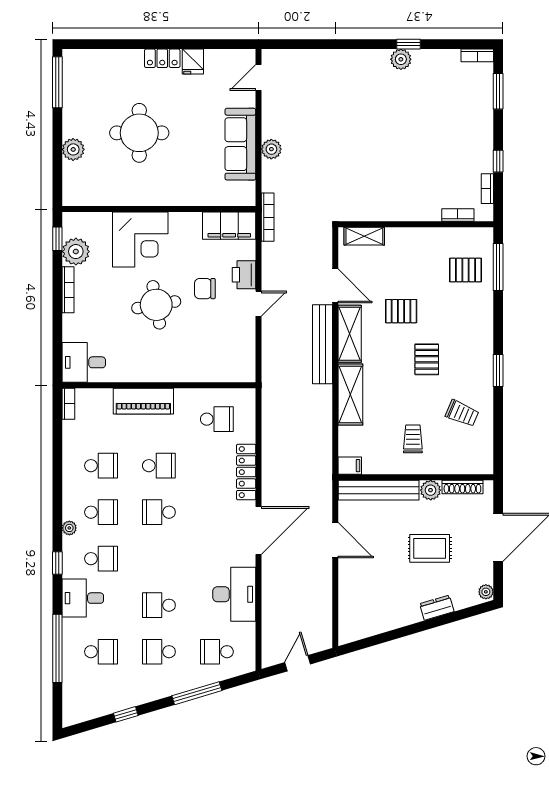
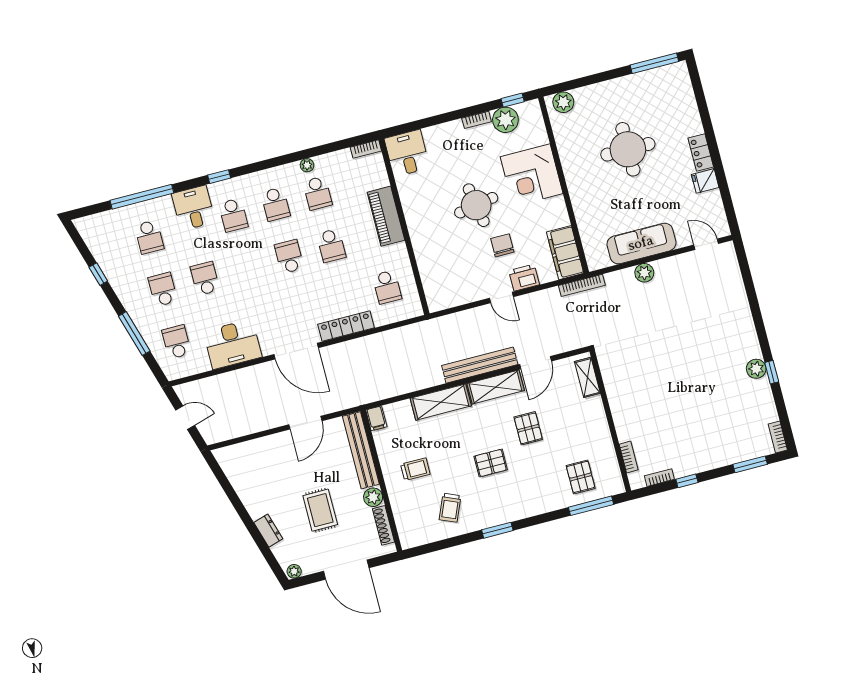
plant: (73, 149) -> (563, 102), moved
bookcase: (68, 290) -> (477, 120), width x0.64
plant: (69, 528) -> (307, 165), moved

